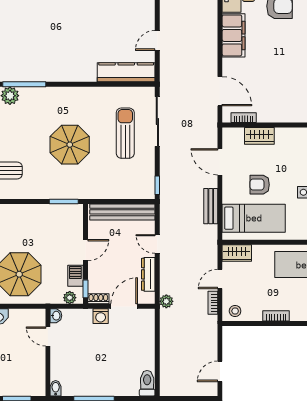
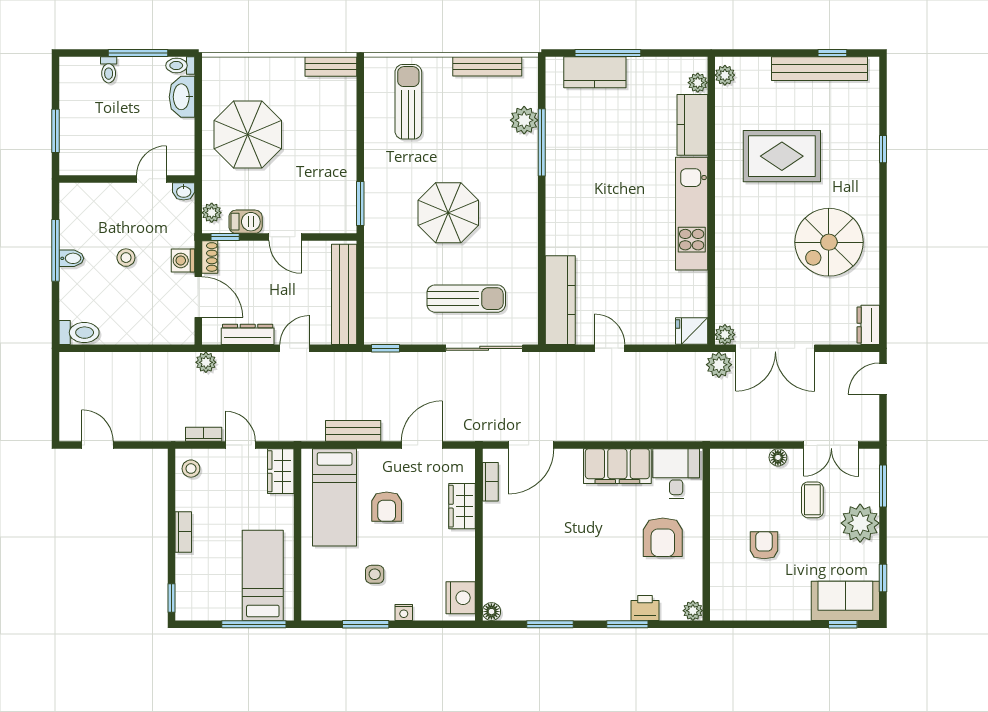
armchair: (260, 185) -> (387, 507), turned 180
stool: (99, 353) -> (126, 258), added
bidet: (56, 388) -> (71, 258), moved

